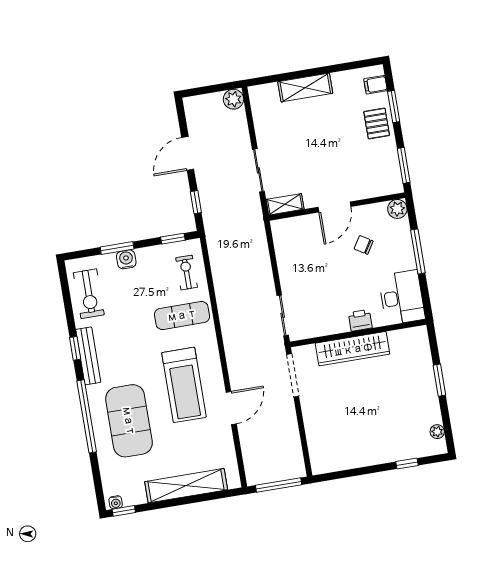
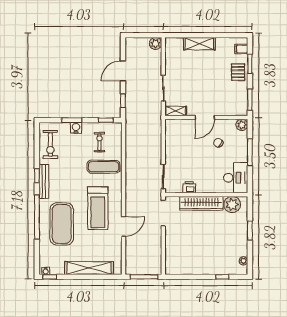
exercise bike: (187, 272) -> (99, 142), moved
printer: (360, 320) -> (189, 187), moved
plant: (403, 342) -> (232, 205), added

